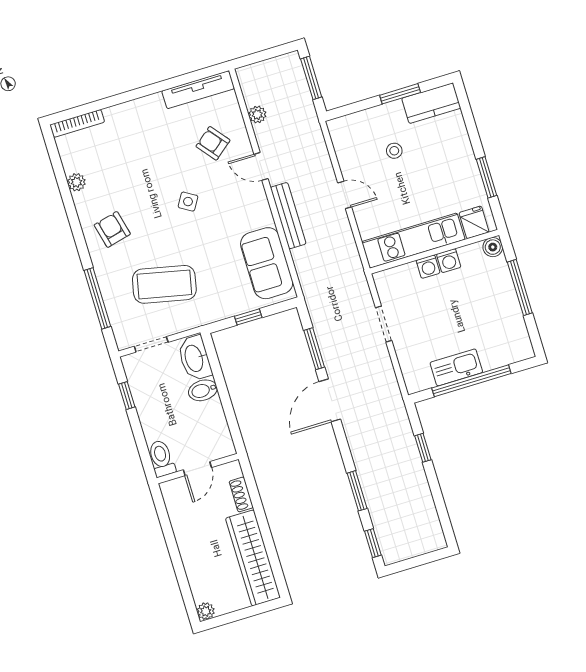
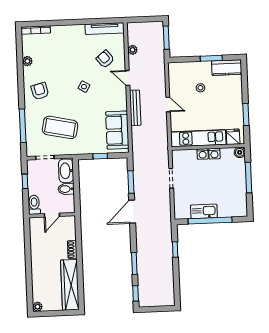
toilet: (161, 458) -> (34, 205), moved
door: (197, 469) -> (52, 215), moved
wall: (198, 469) -> (52, 215), moved

